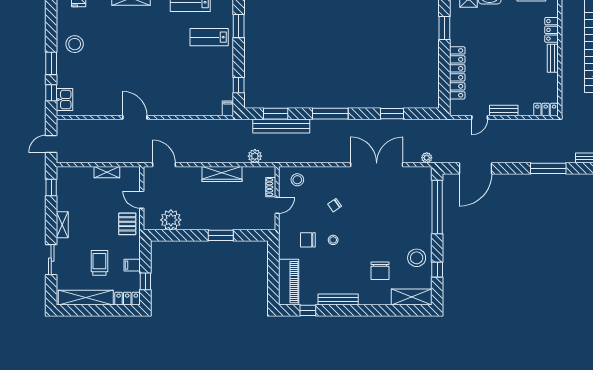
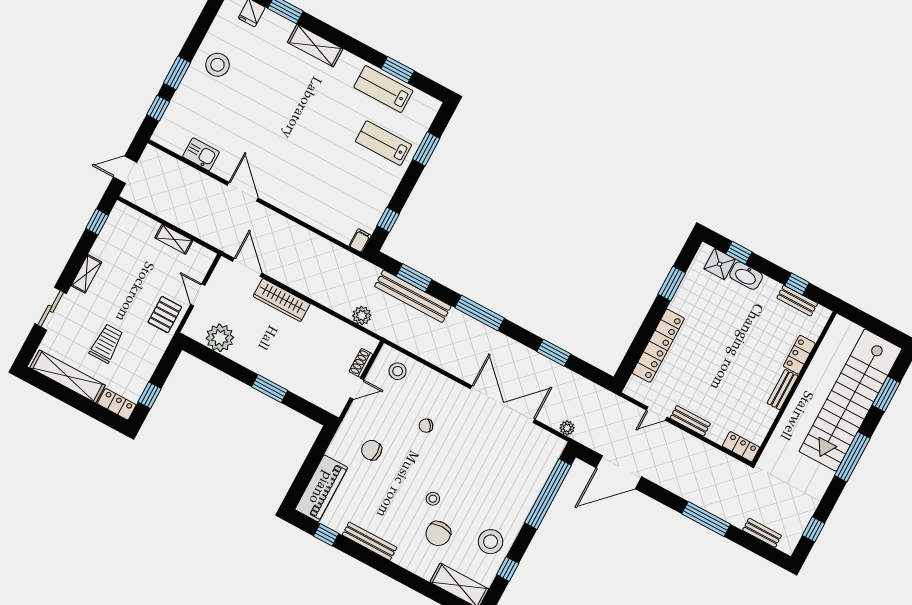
kitchen sink: (65, 100) -> (201, 154), moved, turned -90
wardrobe: (222, 174) -> (282, 300), moved
stool: (333, 240) -> (433, 499), moved
filing cabinet: (132, 265) -> (144, 367), removed

